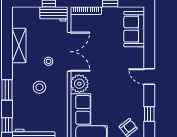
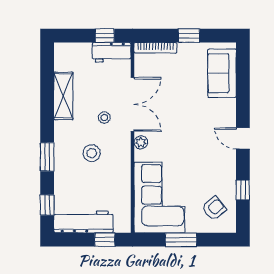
plant: (79, 84) -> (141, 142), width x0.53, depth x0.53

